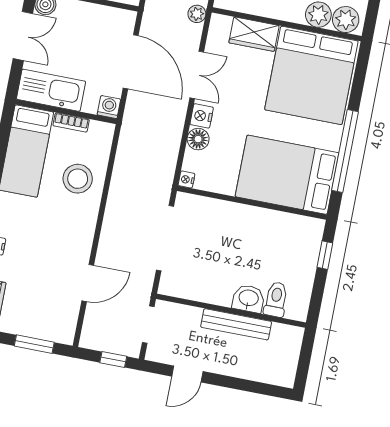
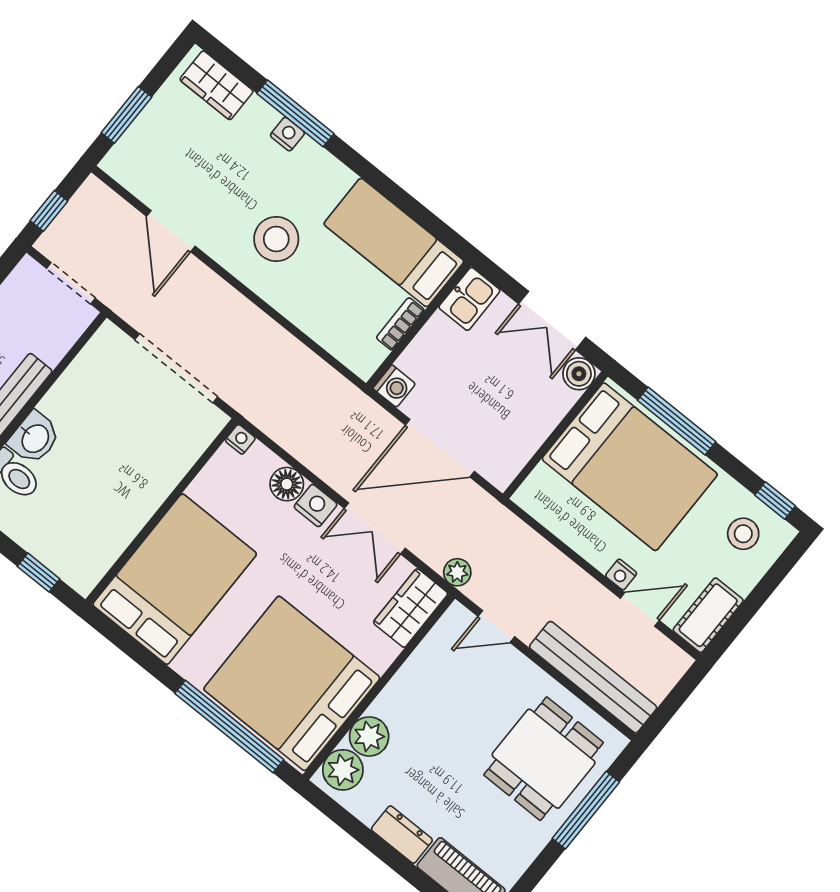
wardrobe: (254, 34) -> (411, 608), moved
kitchen sink: (51, 90) -> (469, 299), width x0.53, depth x0.81
window: (345, 151) -> (229, 726), moved
stool: (78, 179) -> (276, 239), moved

